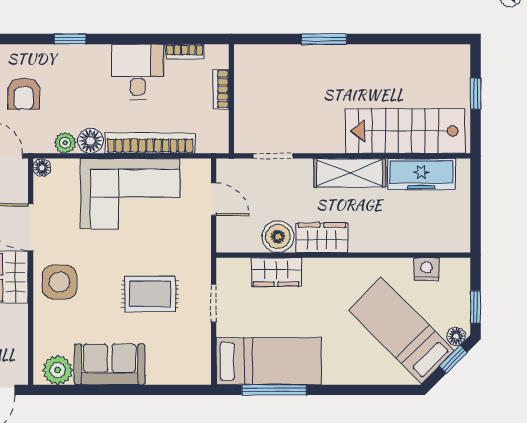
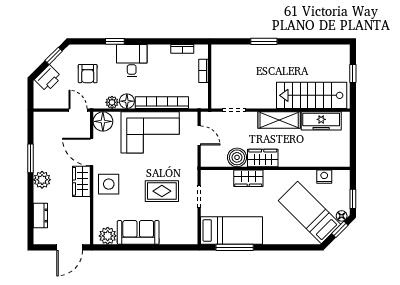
desk: (138, 72) -> (132, 61), moved
floor lamp: (42, 168) -> (103, 121), width x1.89, depth x1.89
wardrobe: (276, 272) -> (248, 178), moved

